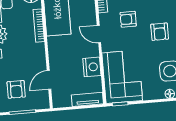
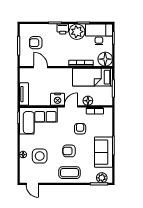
floor lamp: (89, 12) -> (88, 101), added
nightstand: (92, 67) -> (58, 99), moved

